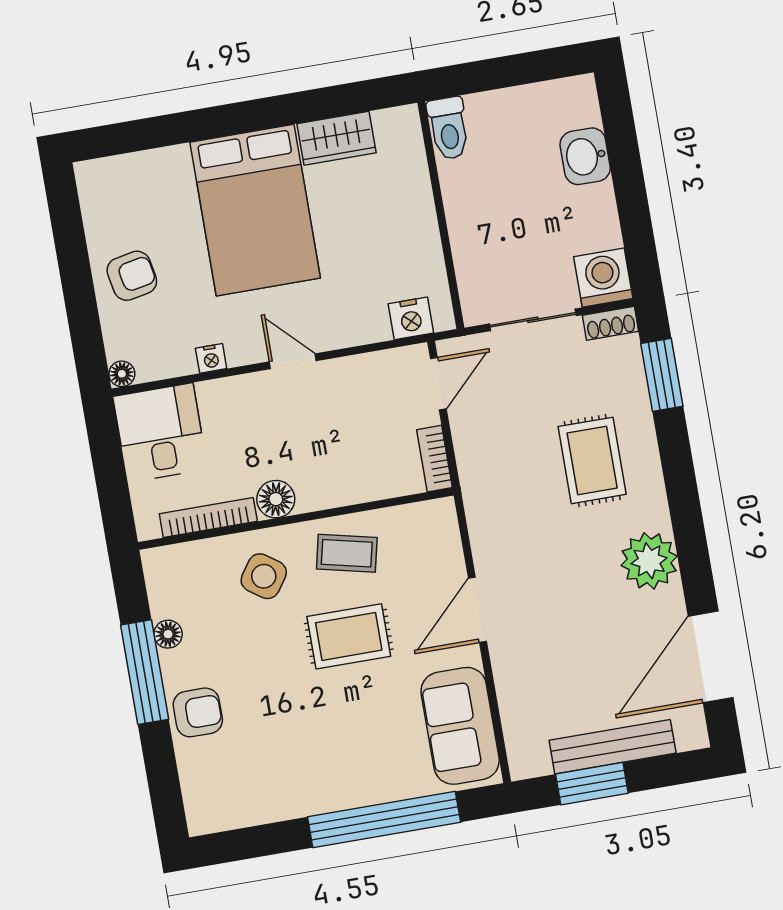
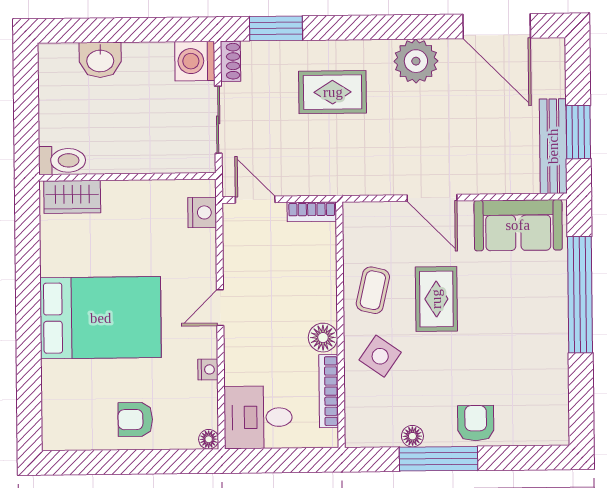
wardrobe: (337, 138) -> (72, 197), moved, turned 90
armchair: (132, 276) -> (135, 420), turned -79
bench: (613, 747) -> (553, 146), moved

